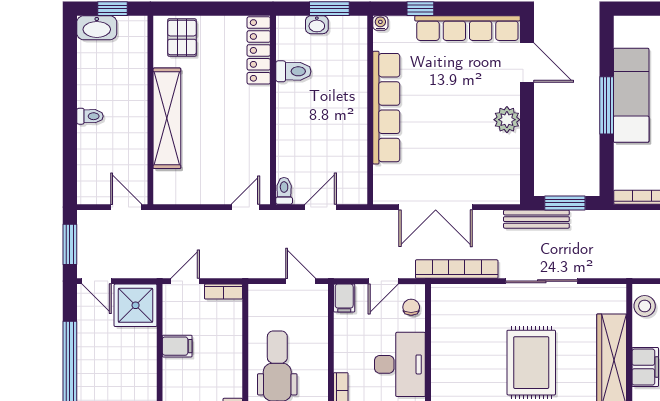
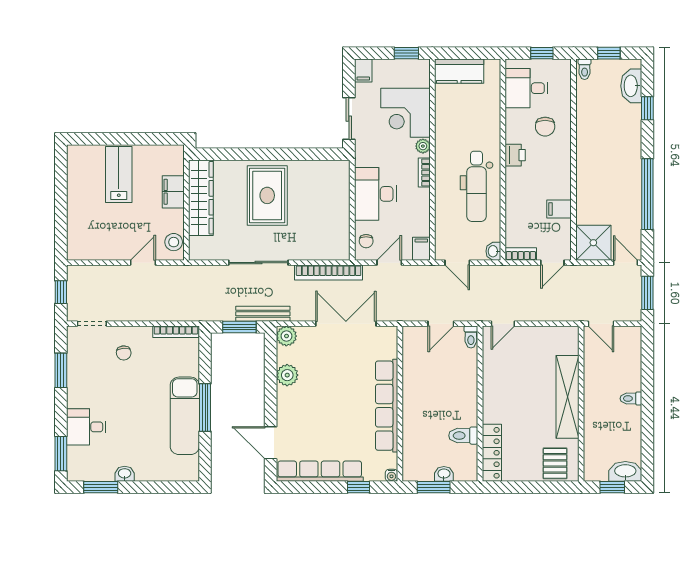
plant: (507, 120) -> (287, 375), moved
plant: (508, 192) -> (286, 336), added
washbasin: (257, 295) -> (493, 251), added

